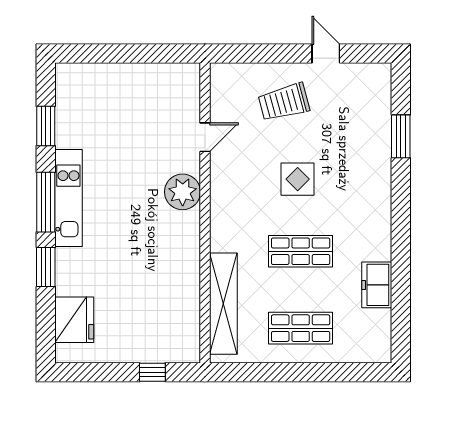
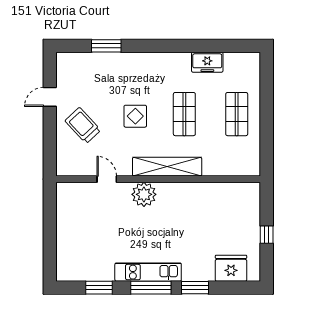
trolley: (284, 102) -> (83, 125), turned 152
shelving: (223, 304) -> (167, 167), moved
window: (152, 372) -> (267, 235), moved

